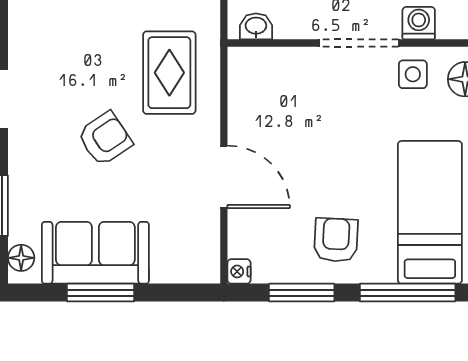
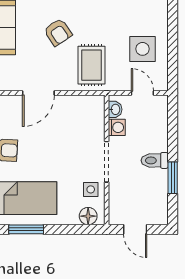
washing machine: (419, 23) -> (117, 127), moved
rug: (169, 73) -> (92, 65), turned 90

